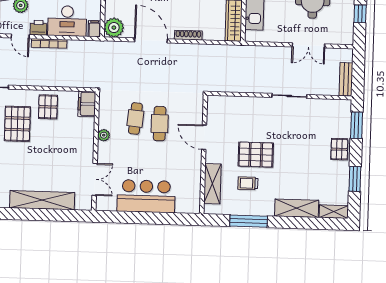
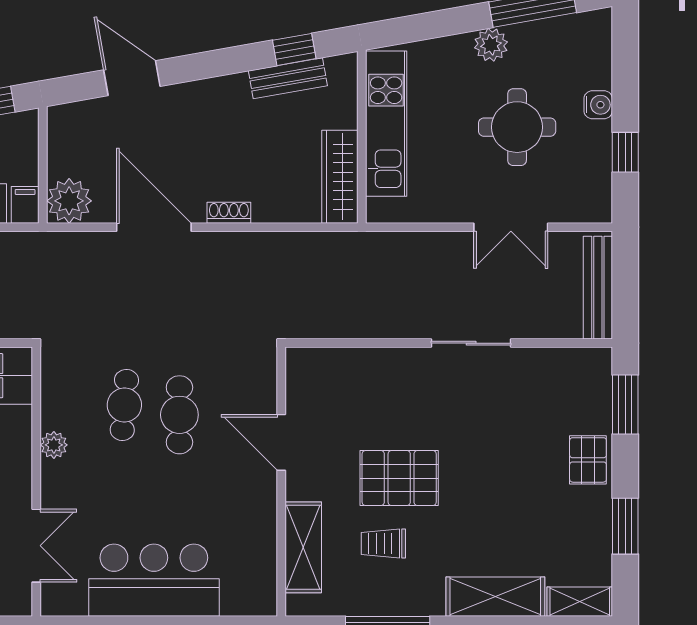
shoe rack: (188, 35) -> (229, 213), width x0.70
bench: (346, 79) -> (598, 288), width x1.36

